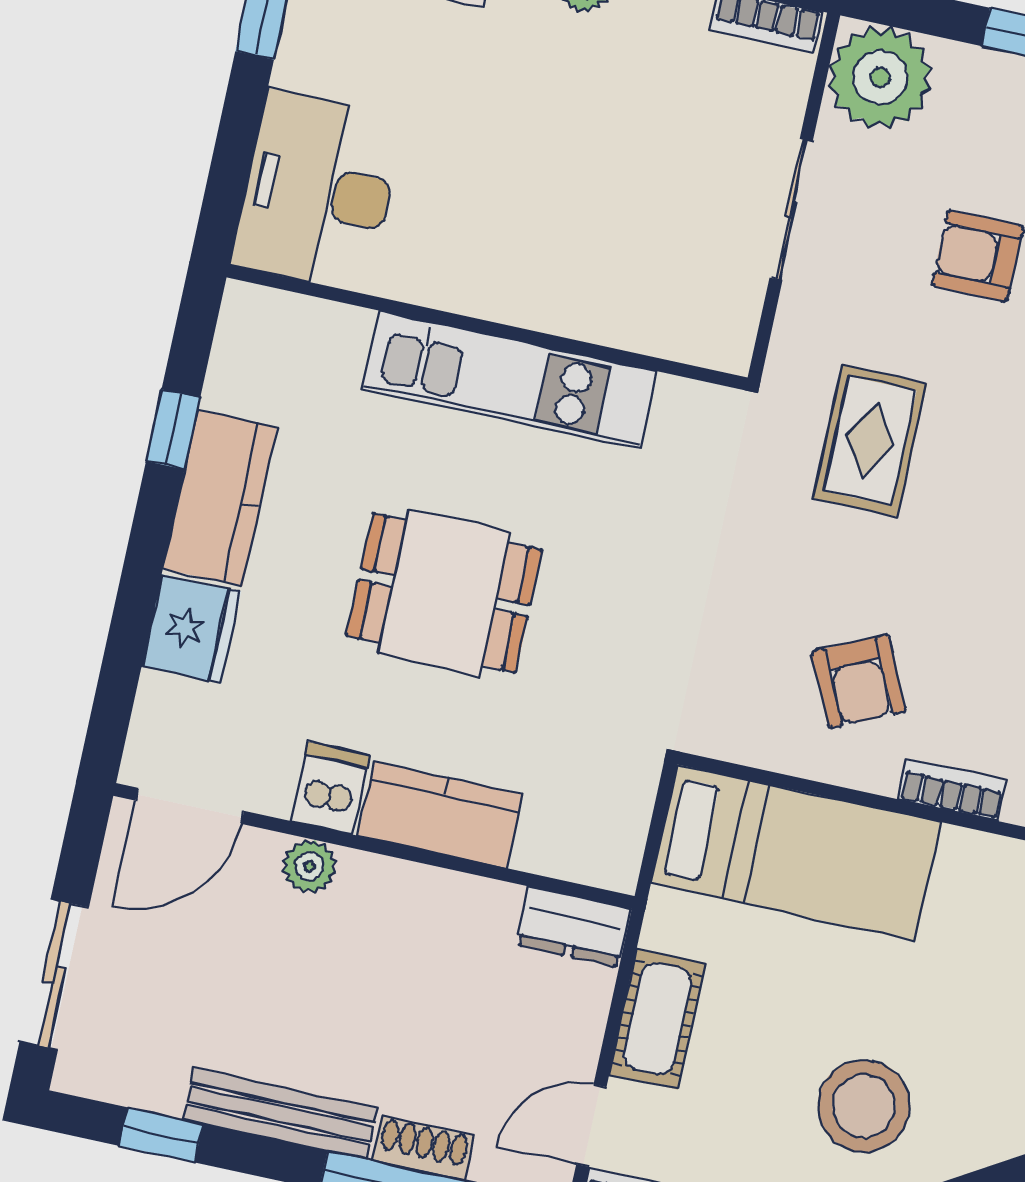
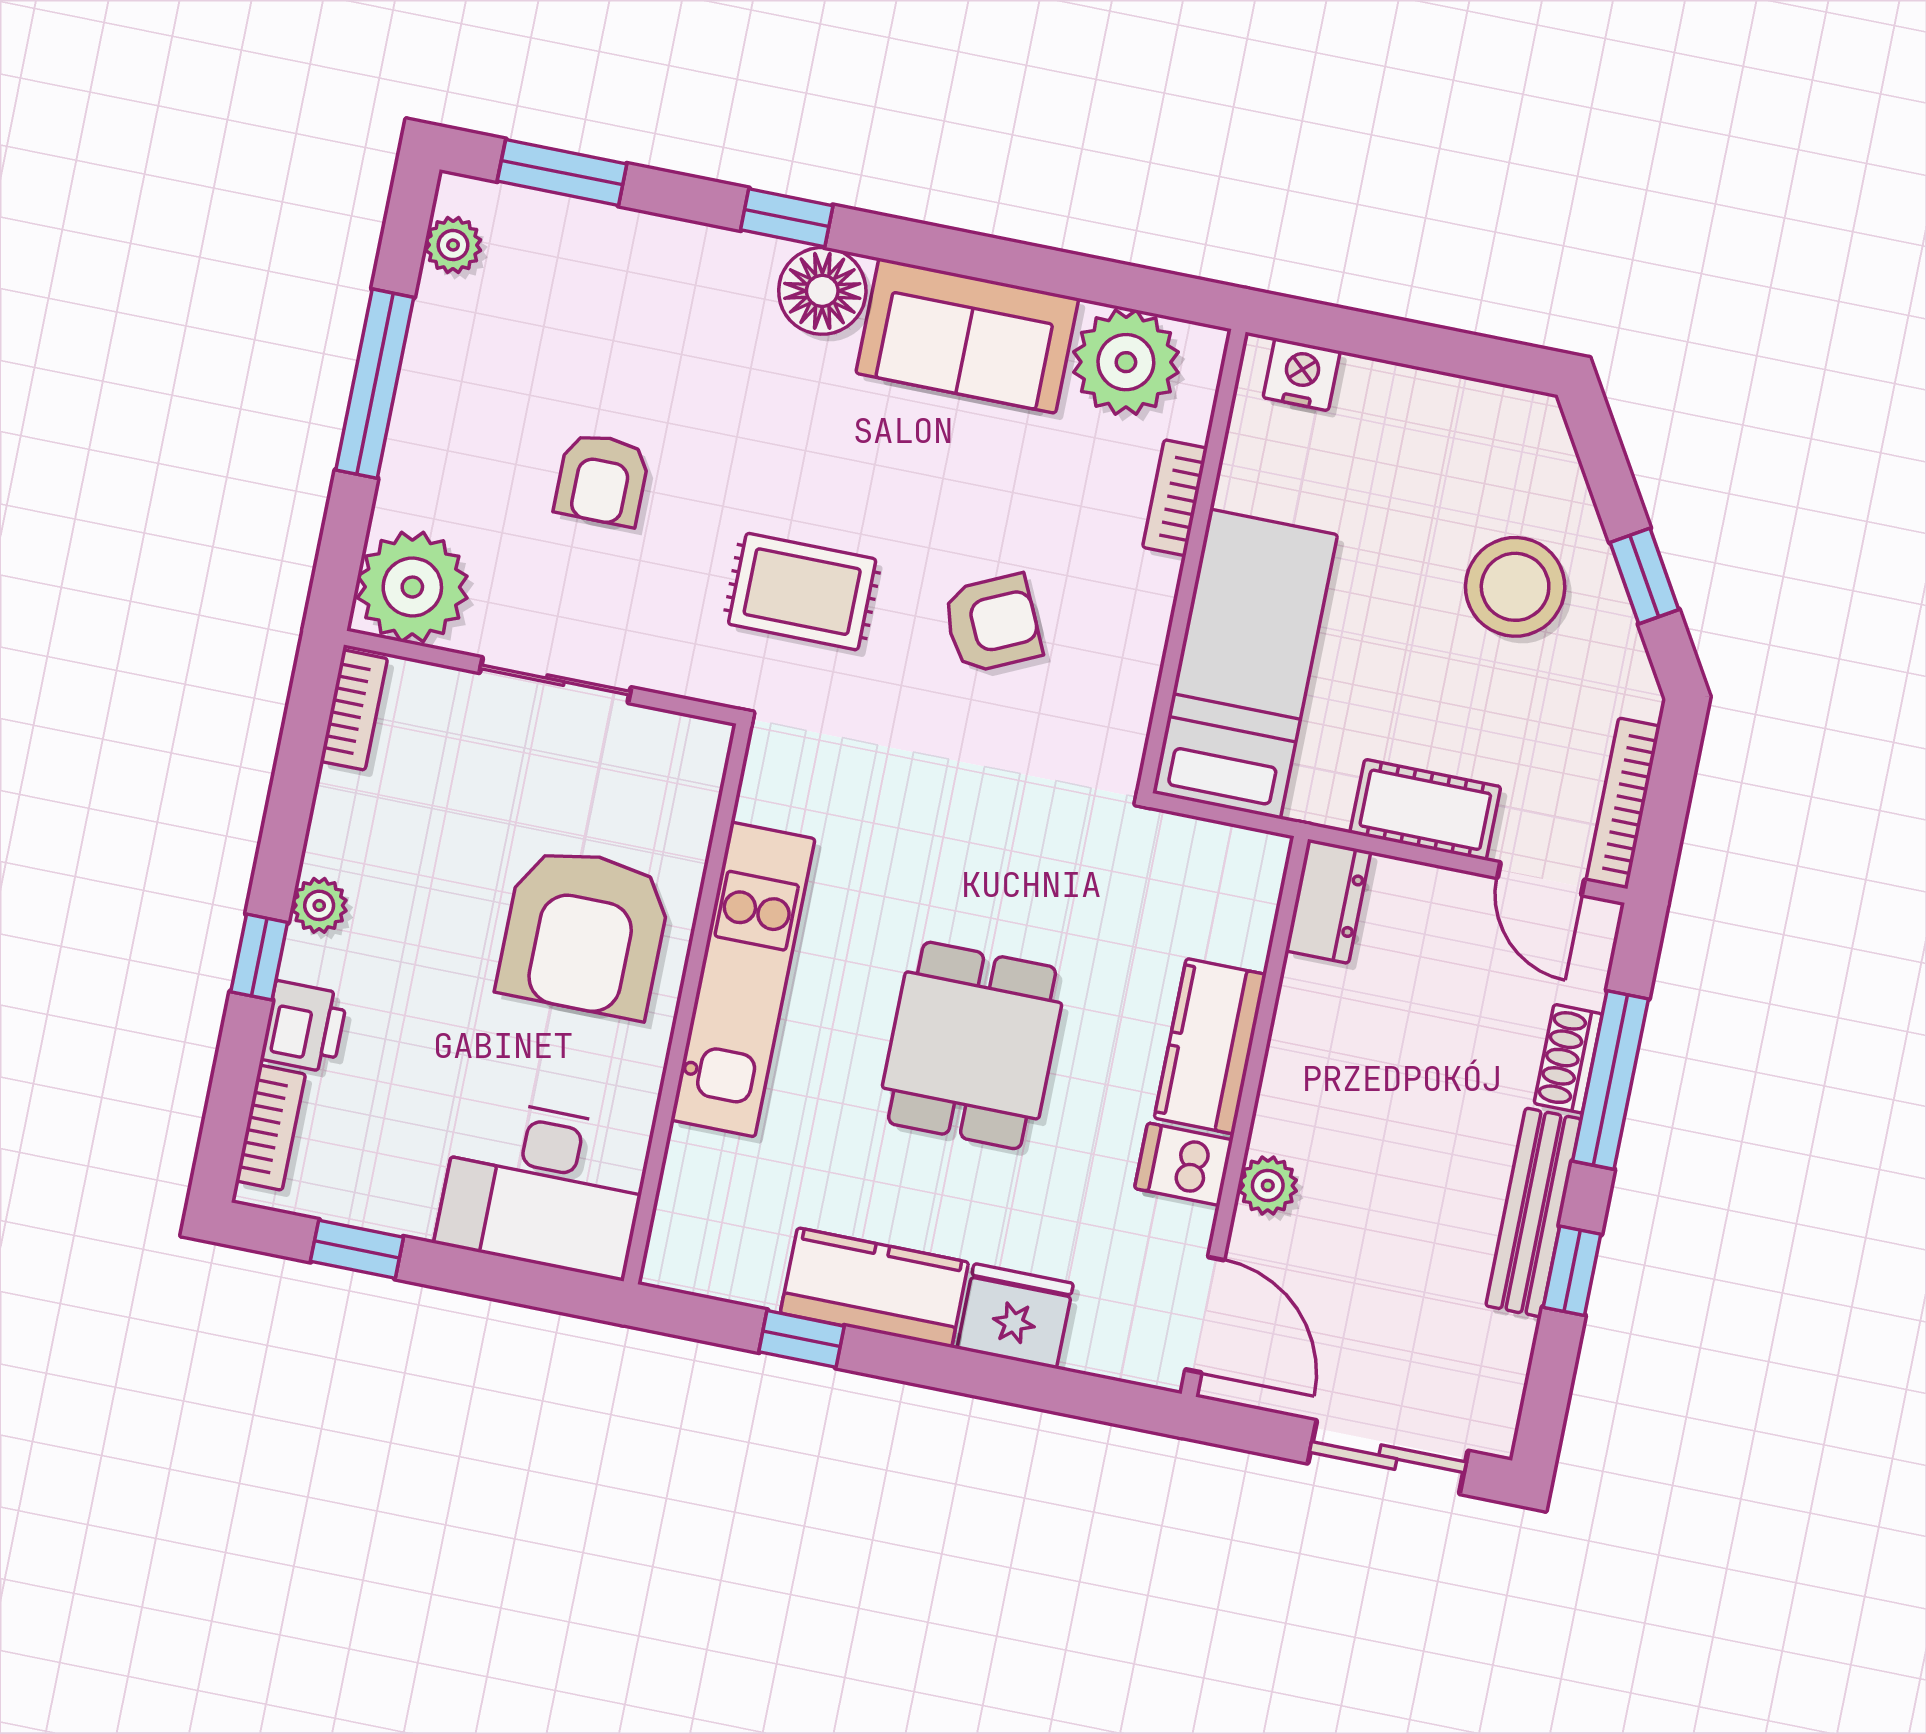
armchair: (556, 233) -> (584, 932), added
armchair: (859, 681) -> (992, 624), moved
window: (161, 1135) -> (1572, 1271), moved

